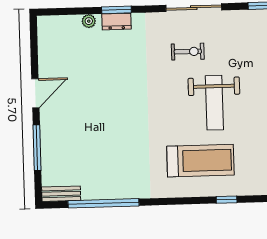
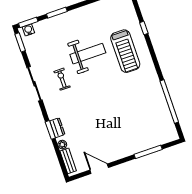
door: (35, 93) -> (99, 169), moved
treadmill: (200, 161) -> (125, 51), turned 180
bench: (61, 194) -> (68, 161), moved

